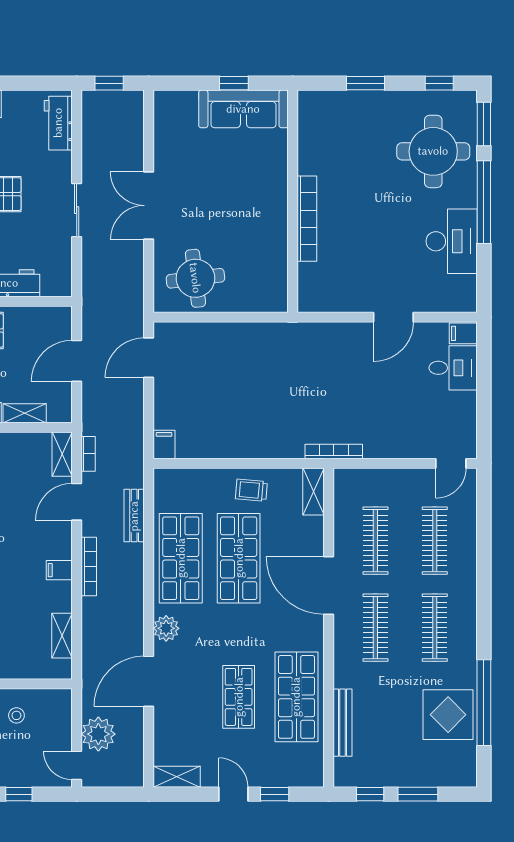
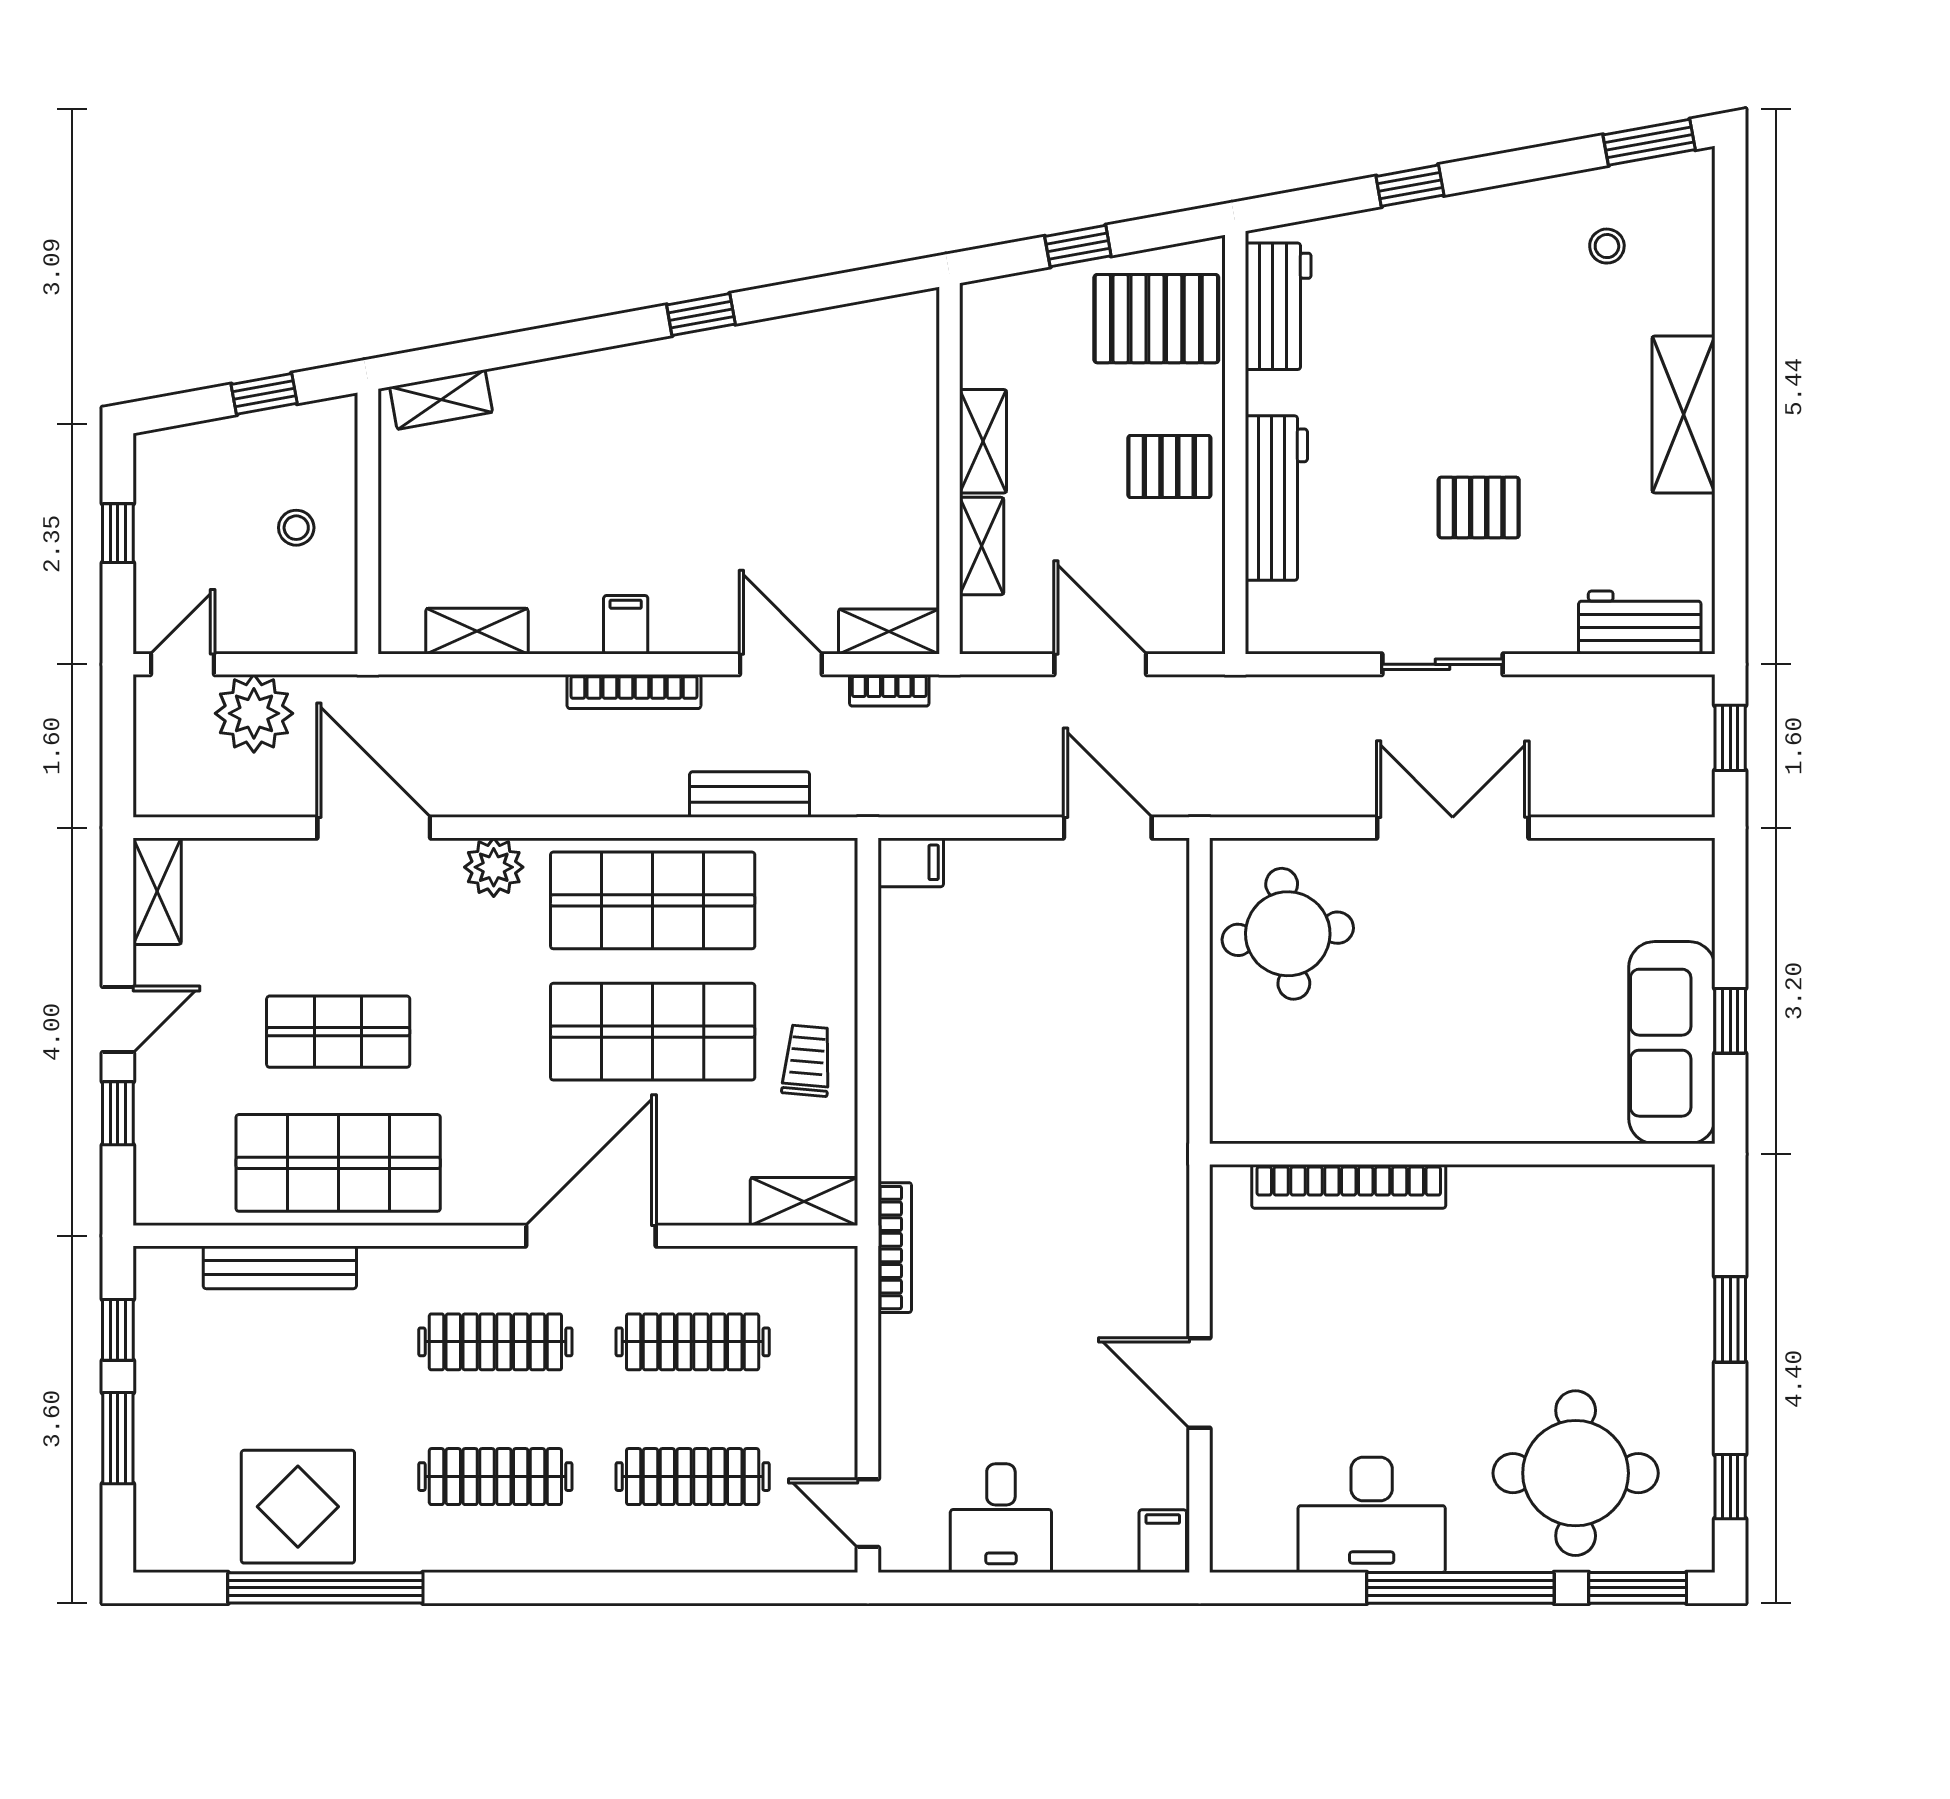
bookcase: (307, 219) -> (1349, 1186), moved
desk: (453, 368) -> (1001, 1518), moved

